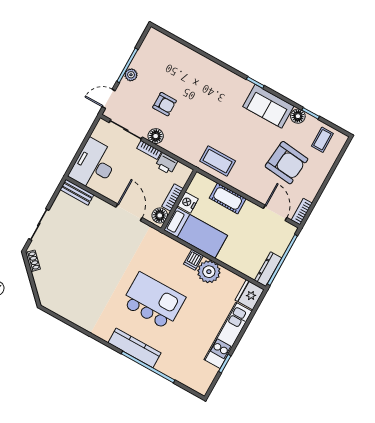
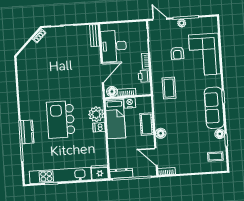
corner sofa: (188, 71) -> (205, 54), added
sofa: (268, 106) -> (214, 108), width x1.36
floor lamp: (156, 136) -> (161, 133), moved
coffee table: (218, 161) -> (169, 88), moved
armchair: (286, 163) -> (189, 144), removed
desk: (94, 165) -> (114, 46), moved, turned -90
door: (275, 213) -> (156, 157), swing flipped
plant: (209, 272) -> (96, 114), moved
kitchen island: (154, 301) -> (61, 120), turned 180
kitchen unit: (228, 335) -> (60, 175), width x1.36
kitchen counter: (135, 348) -> (27, 132), width x0.67

